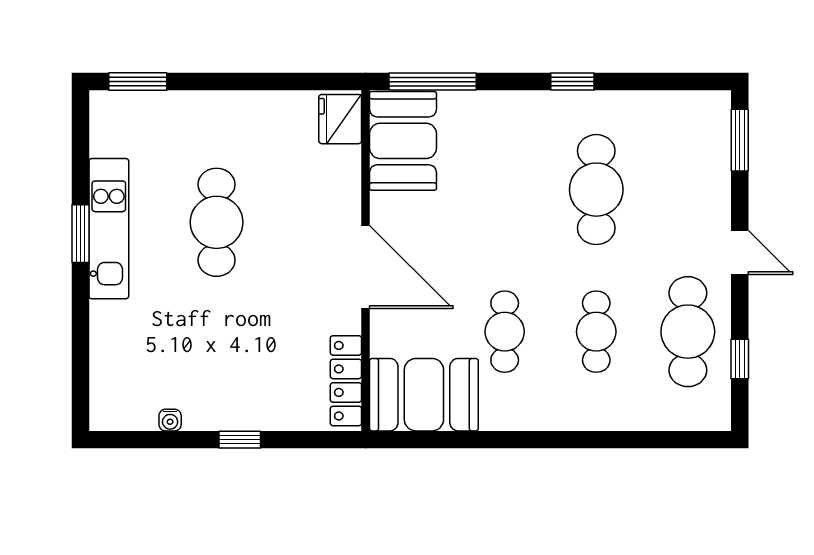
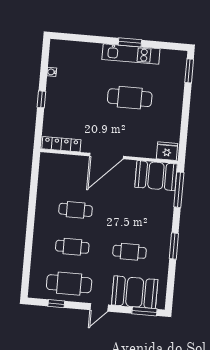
window: (572, 82) -> (174, 246), width x1.50
cafe table: (596, 190) -> (130, 252), width x0.73, depth x0.74
booth: (424, 395) -> (135, 292), moved, turned 90

